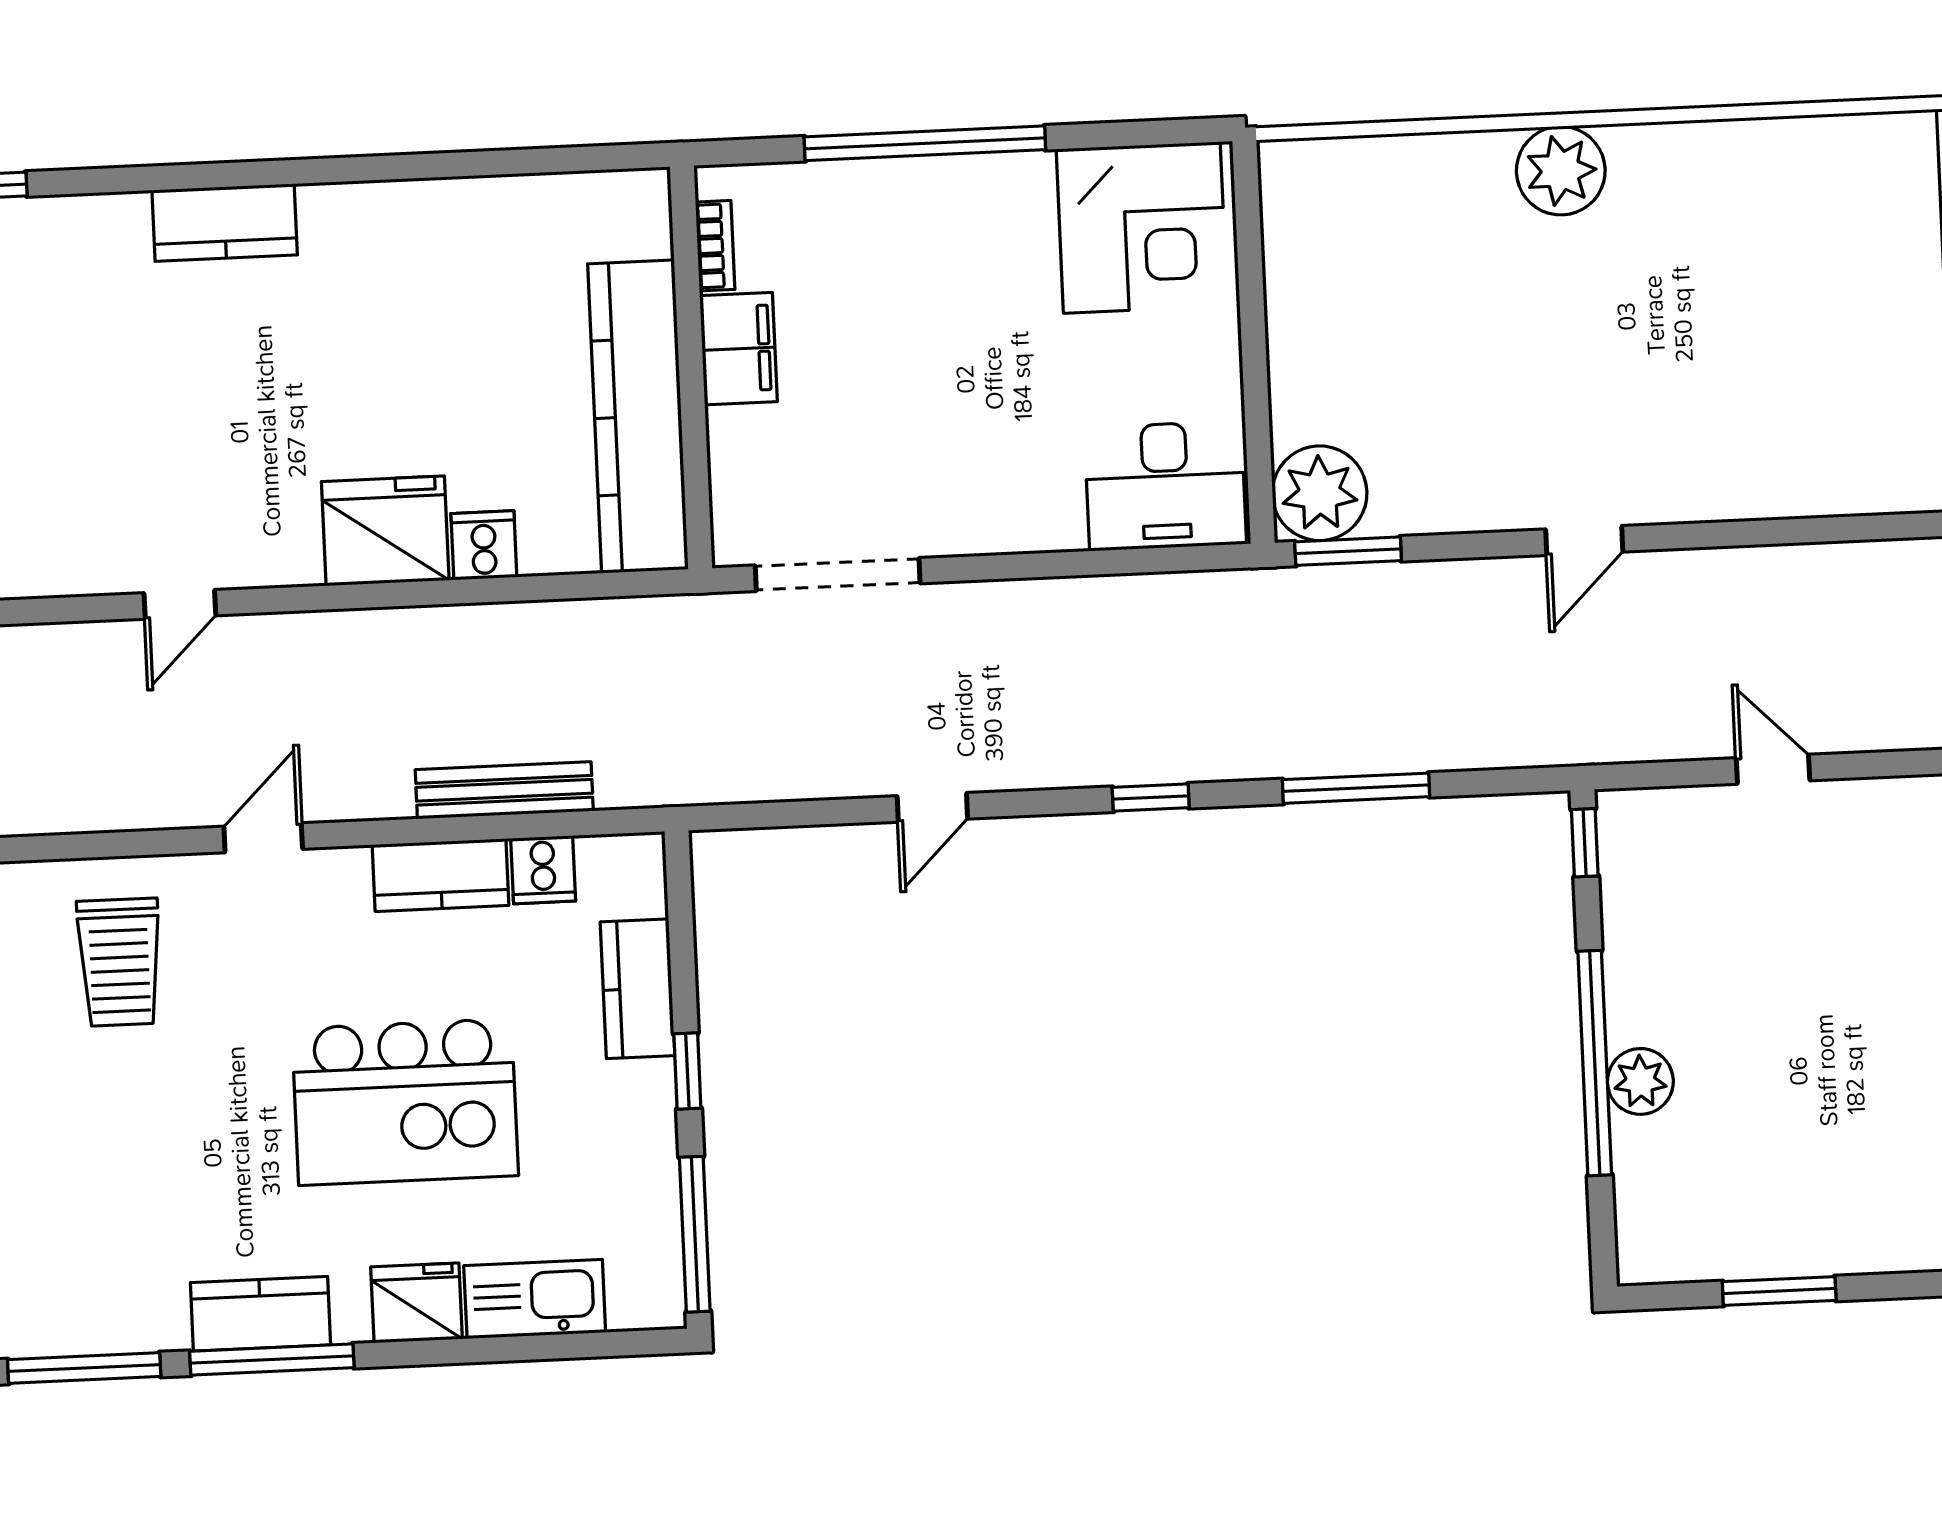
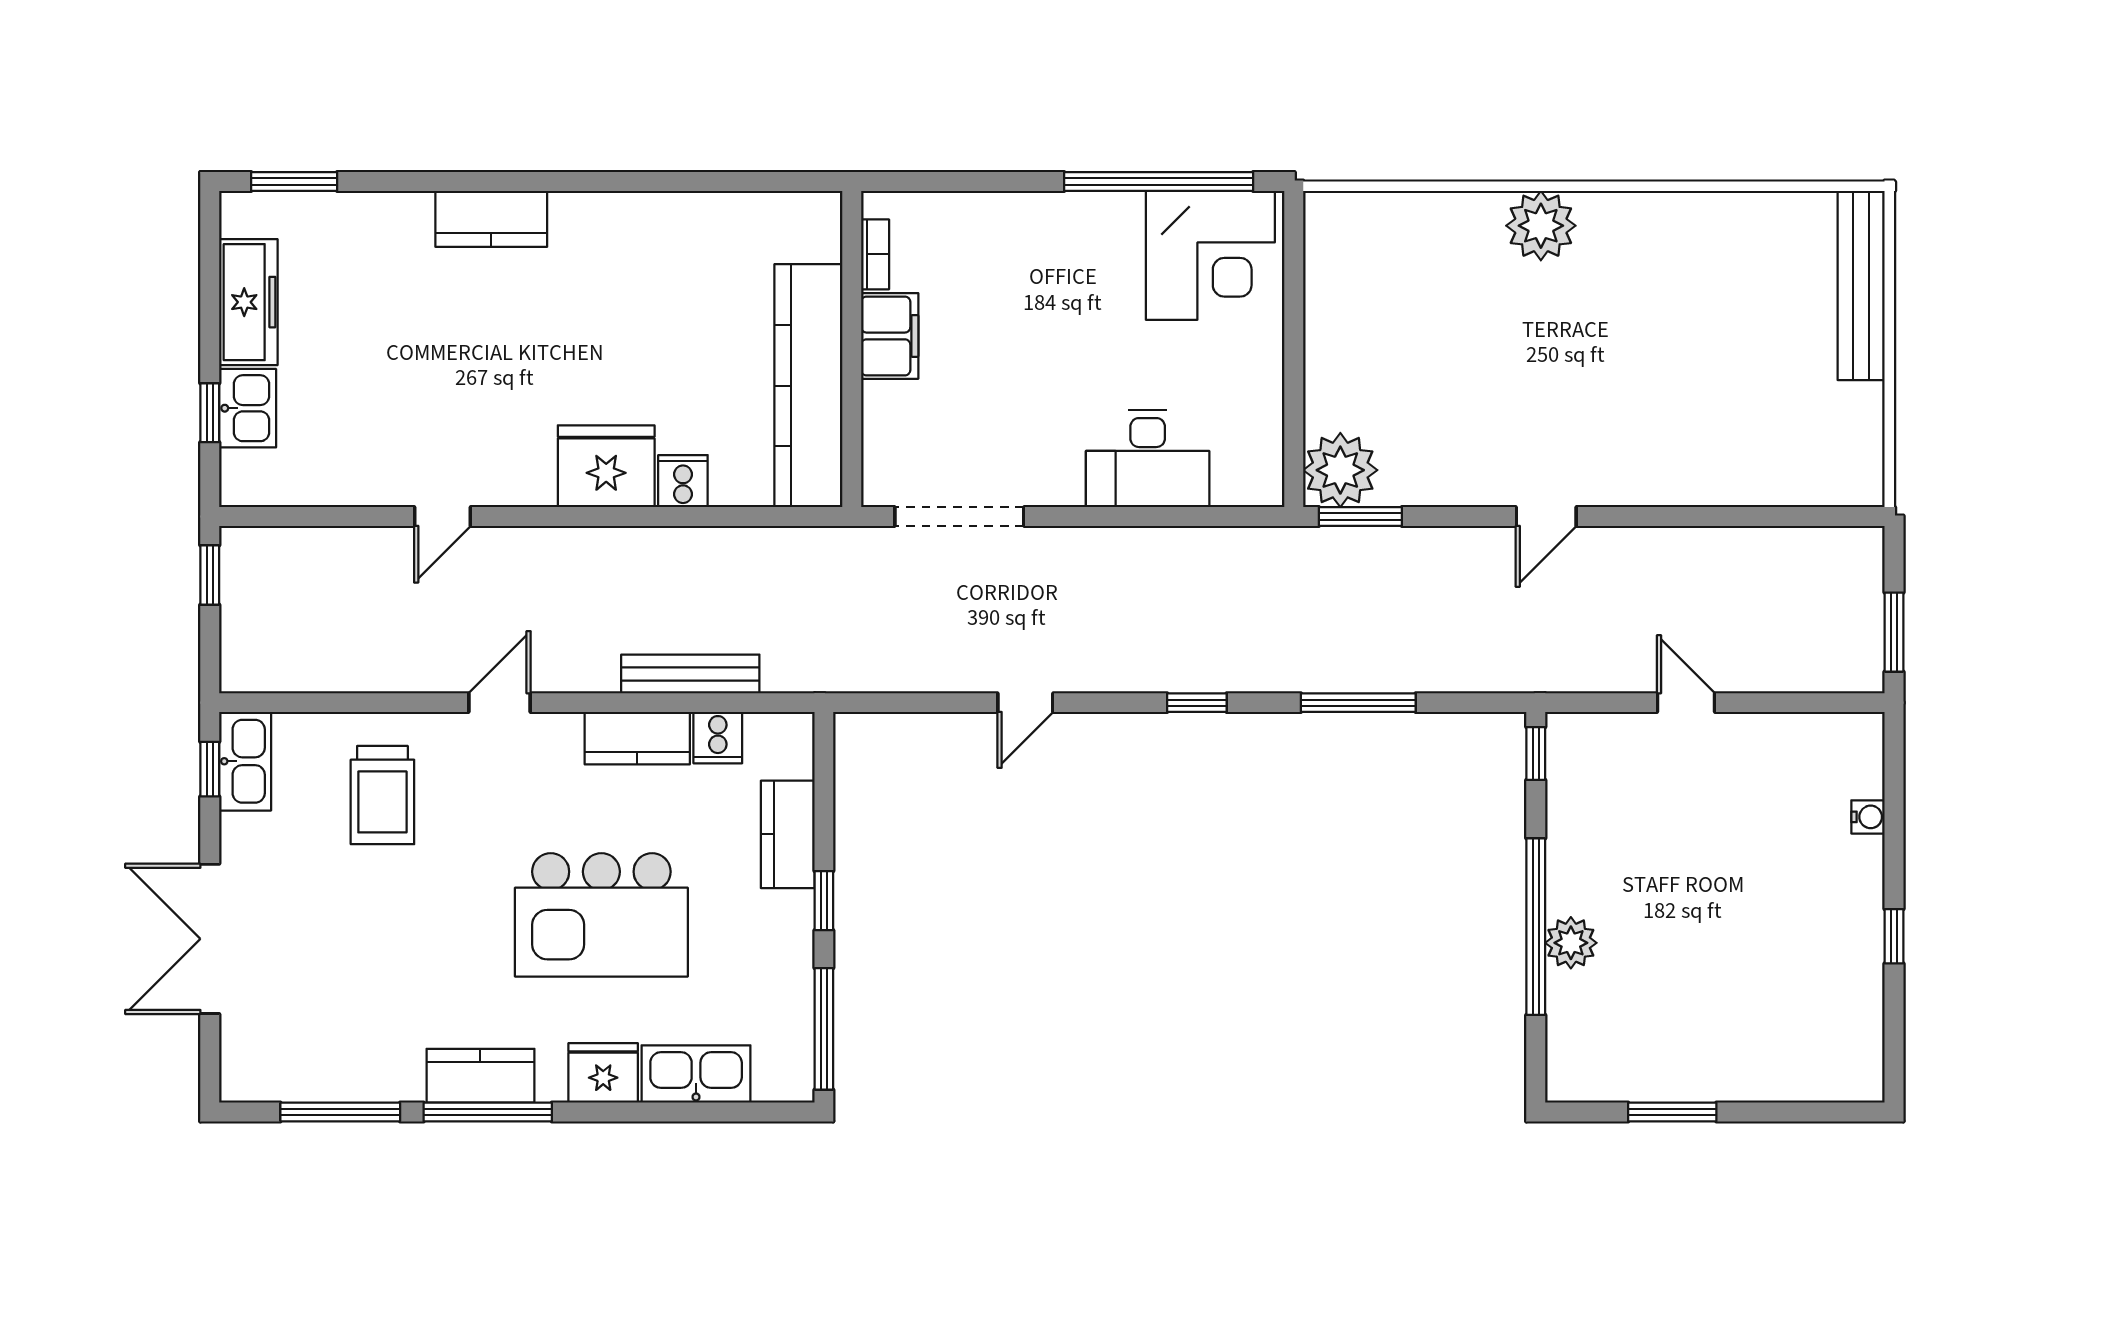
window: (925, 143) -> (1159, 182), moved
desk: (1165, 486) -> (1148, 459), moved

